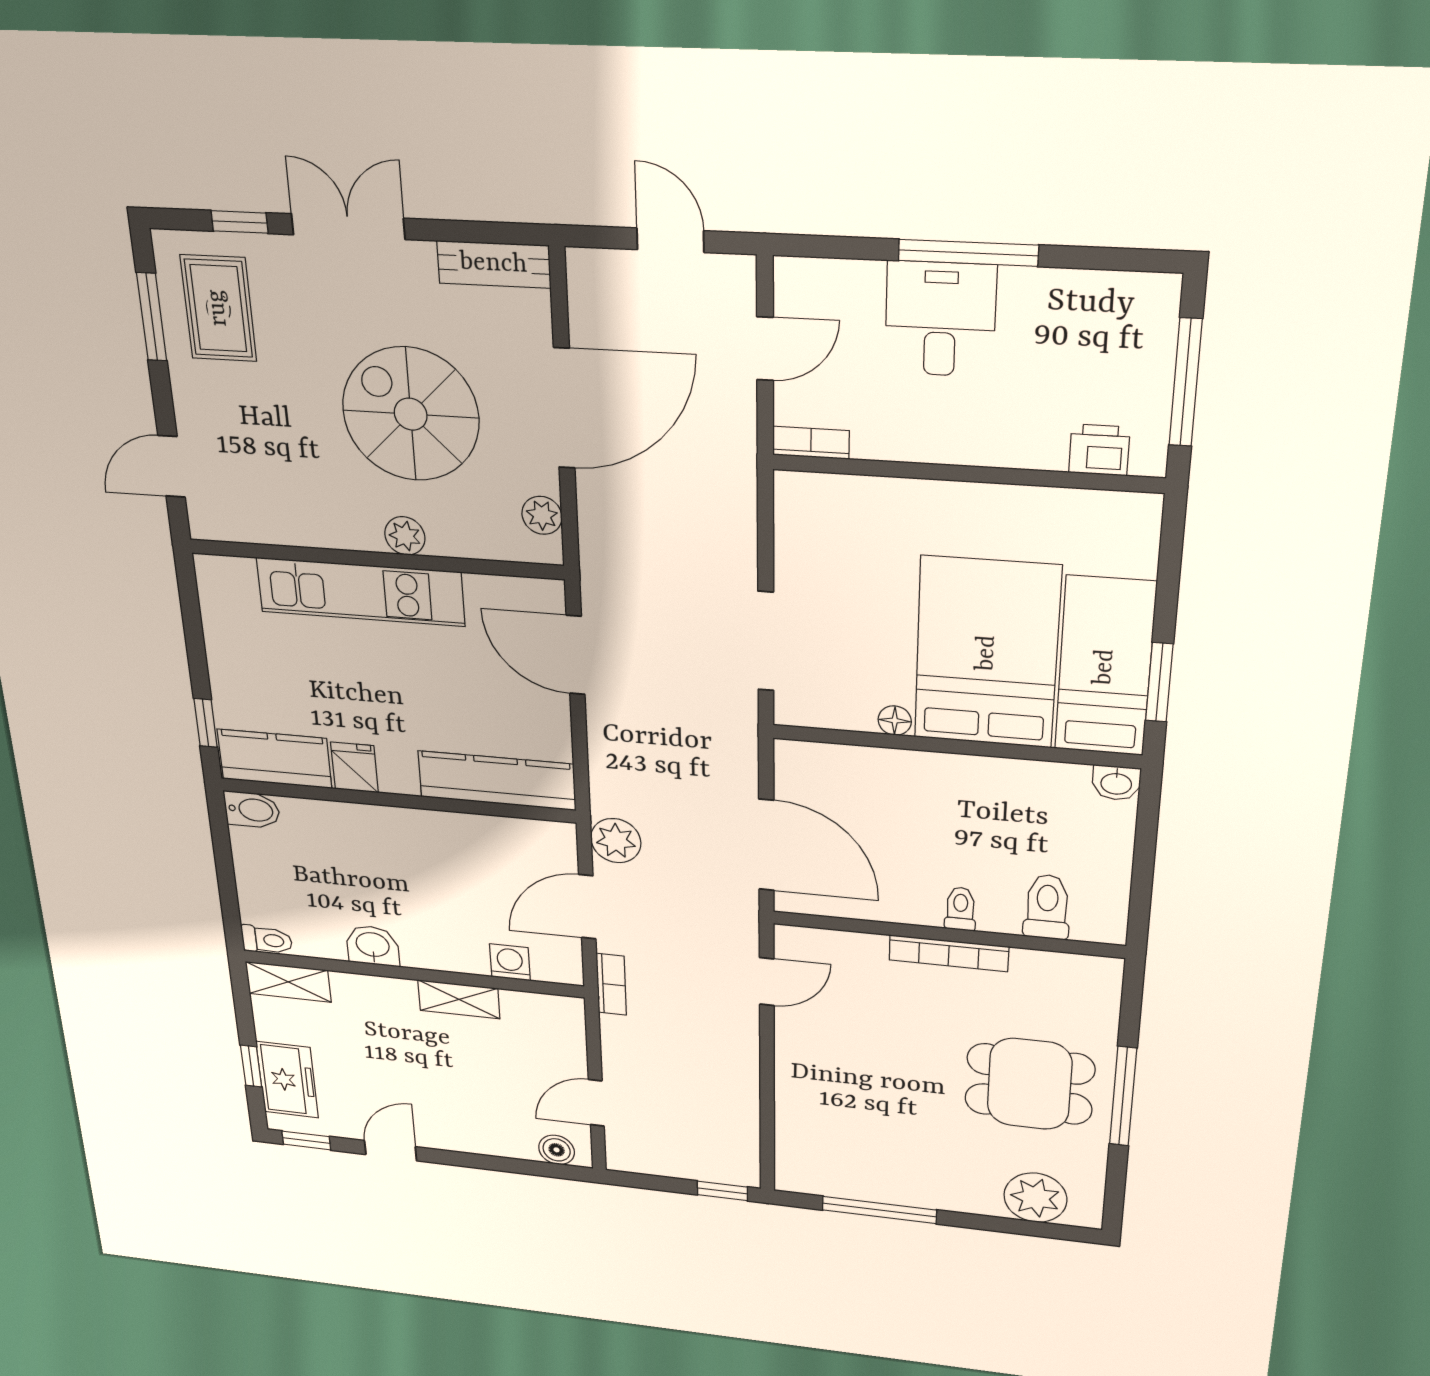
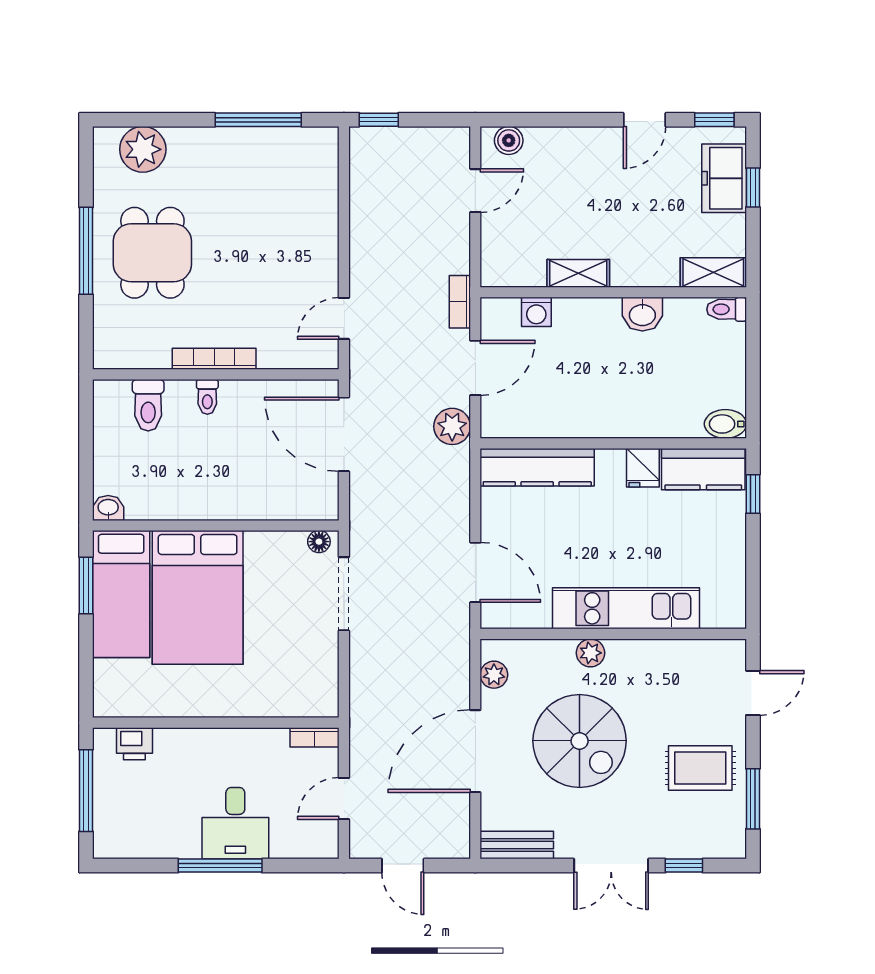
rug: (218, 308) -> (700, 768), moved, turned 90
floor lamp: (895, 721) -> (319, 542), moved
dining table: (1030, 1084) -> (152, 253), turned 90

